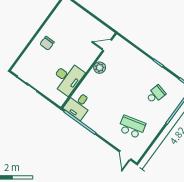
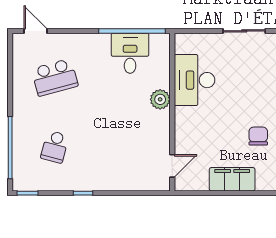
filing cabinet: (84, 19) -> (232, 179), added
chair: (47, 43) -> (258, 136), moved
plant: (100, 68) -> (160, 99), moved
desk: (78, 105) -> (130, 53), moved

